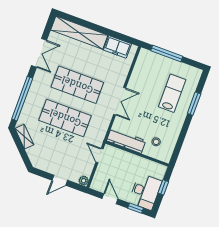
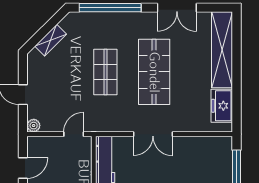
shop shelf: (65, 118) -> (105, 72), width x0.70, depth x0.74
shelving: (24, 137) -> (51, 40), moved

